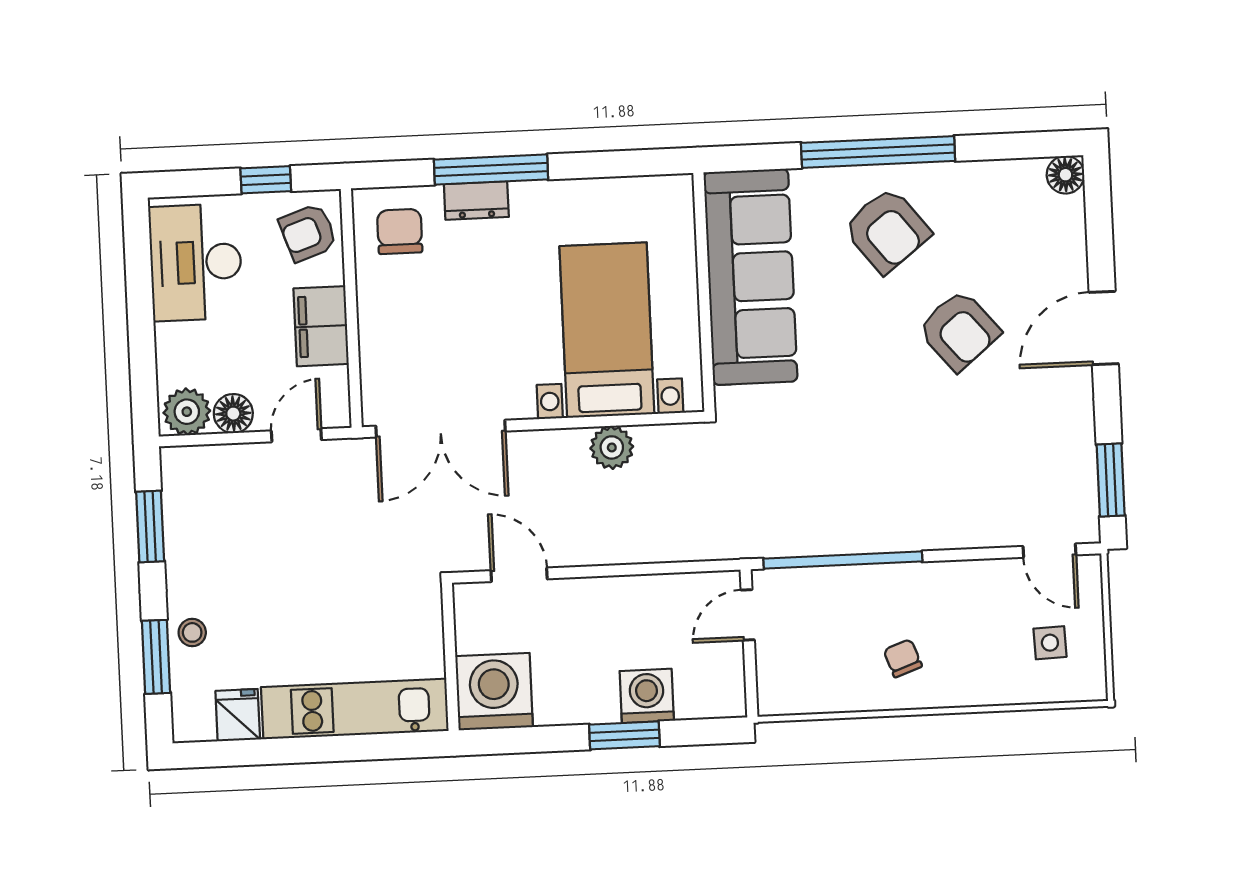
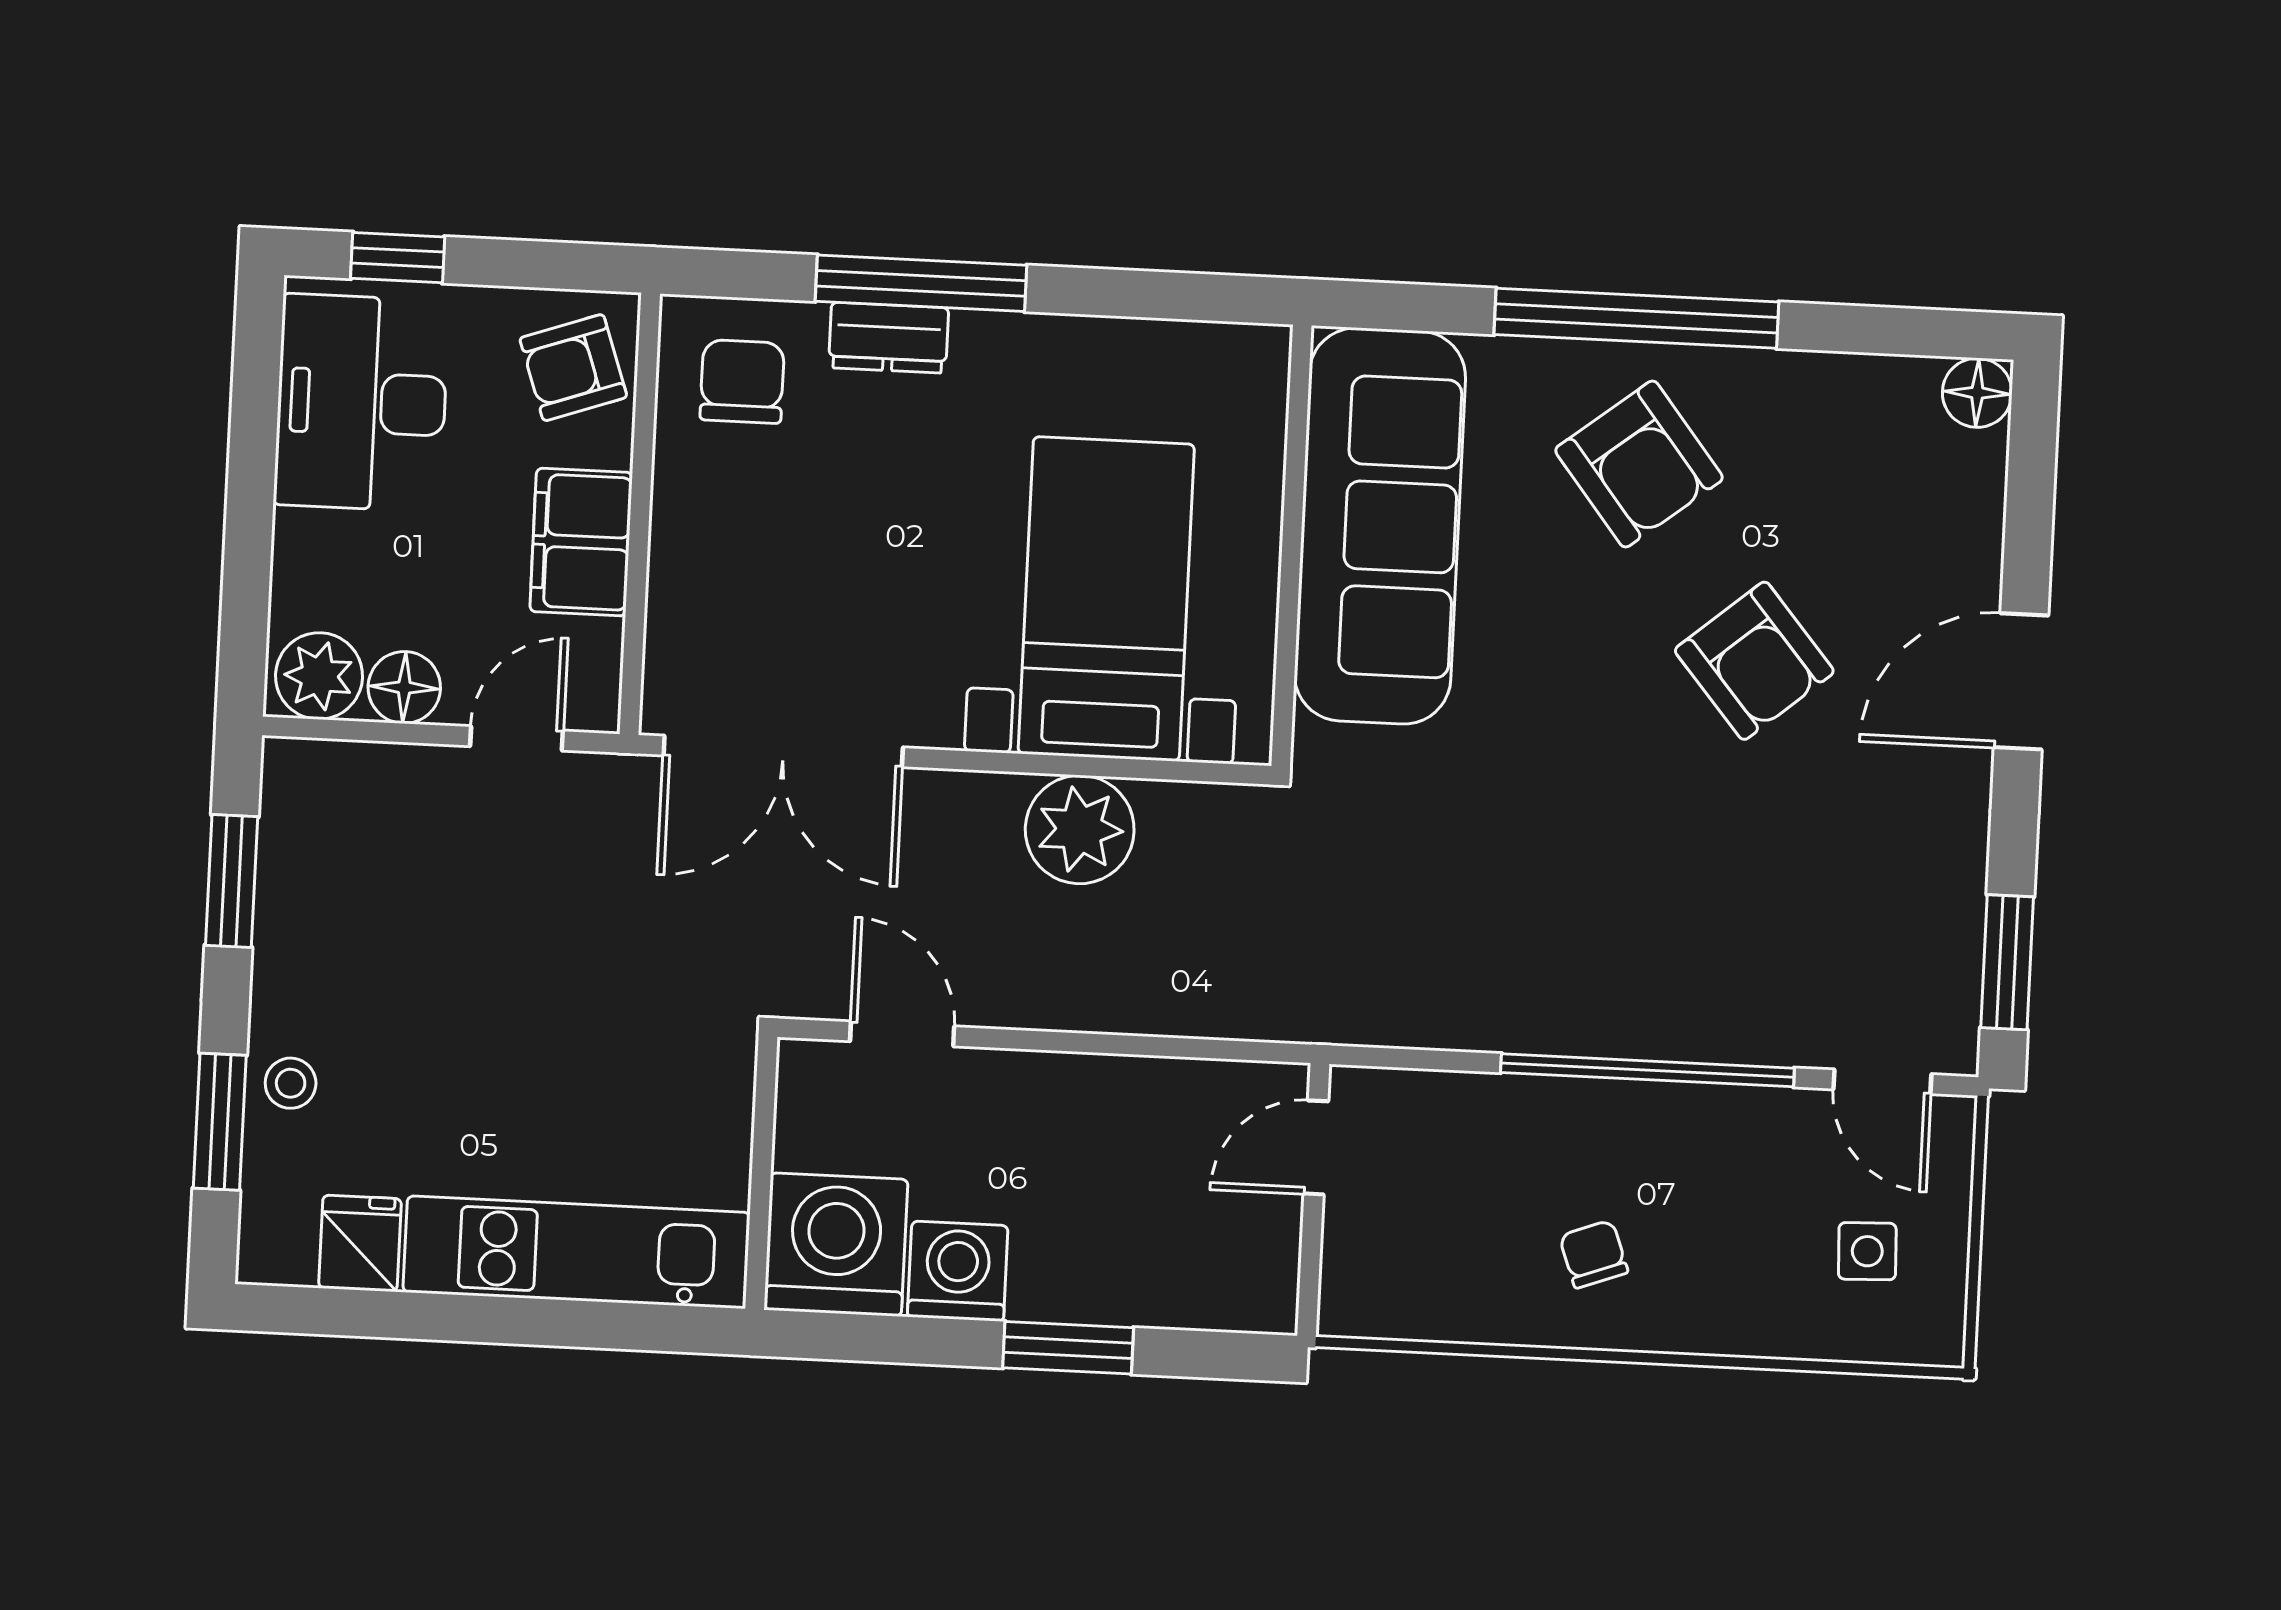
window: (266, 180) -> (398, 258), moved
plant: (612, 447) -> (1080, 830), width x1.36, depth x1.36
window: (843, 560) -> (1647, 1070), moved
washing machine: (647, 696) -> (958, 1271), moved

